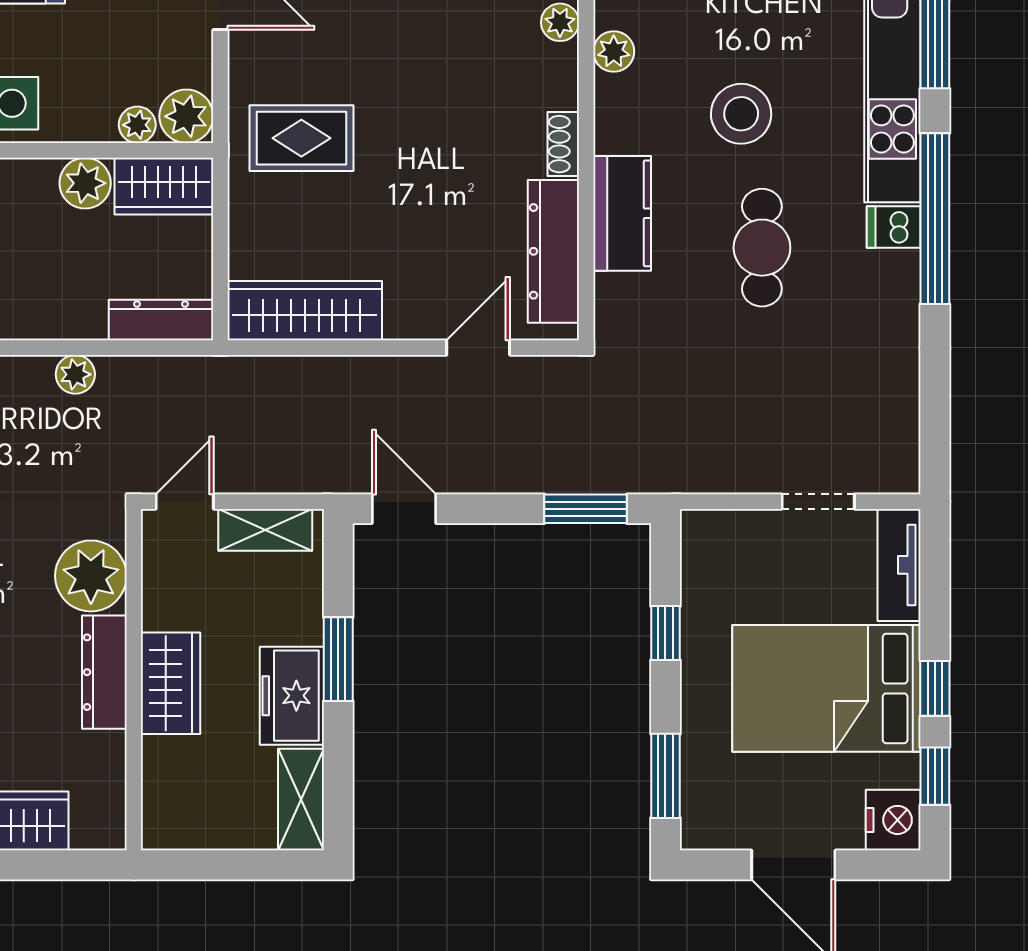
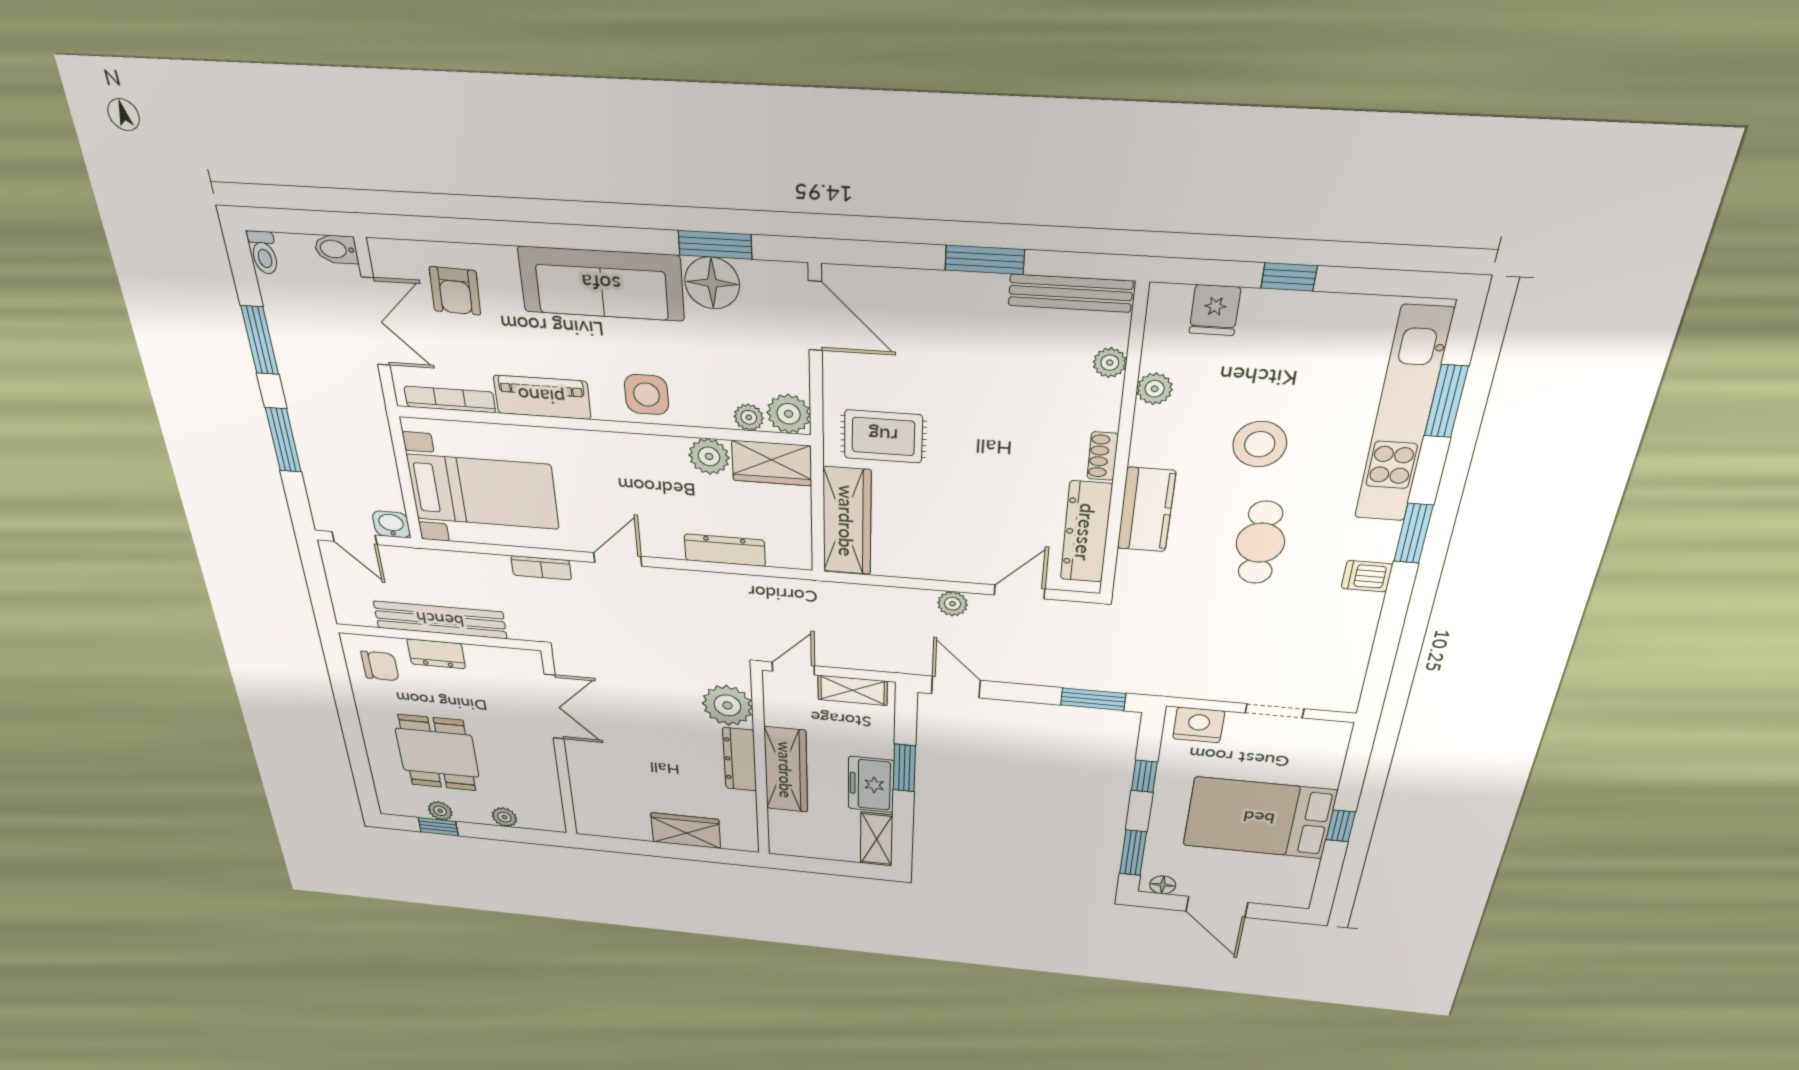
window: (935, 219) -> (1413, 533), width x0.47
dishwasher: (894, 227) -> (1367, 576), moved
wardrobe: (305, 311) -> (847, 521), moved, turned 90
dresser: (161, 320) -> (725, 550), moved
plant: (75, 374) -> (953, 604), moved
tv unit: (899, 565) -> (1330, 754), removed
wardrobe: (171, 683) -> (786, 770), width x1.50
window: (935, 776) -> (1329, 872), removed
nightstand: (893, 820) -> (1199, 725), moved, turned -90
floor lamp: (713, 832) -> (1163, 885), added

